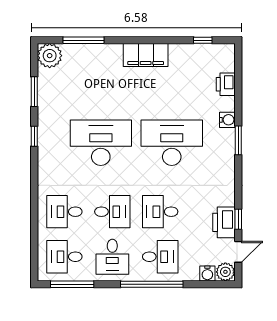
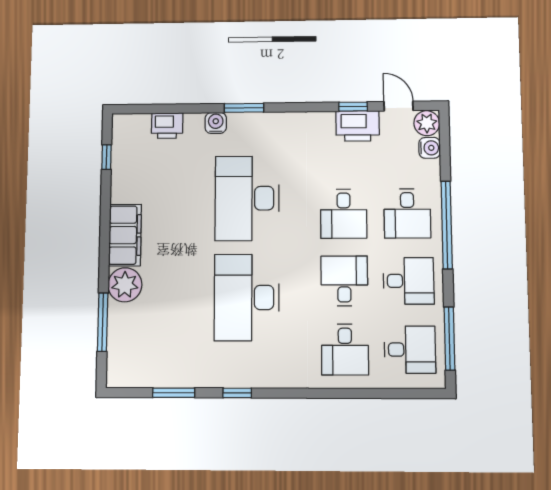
plant: (50, 56) -> (125, 285), moved
desk: (64, 257) -> (410, 350), turned -90
desk: (160, 257) -> (407, 213), turned 180

